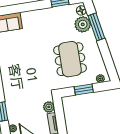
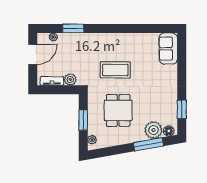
dining table: (70, 59) -> (118, 110), width x0.73
coffee table: (34, 68) -> (115, 70), added

